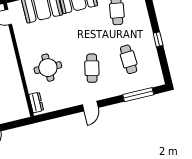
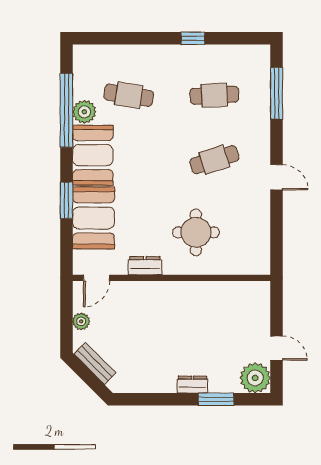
cafe table: (92, 68) -> (214, 160), turned -30
dresser: (36, 102) -> (145, 266), moved

